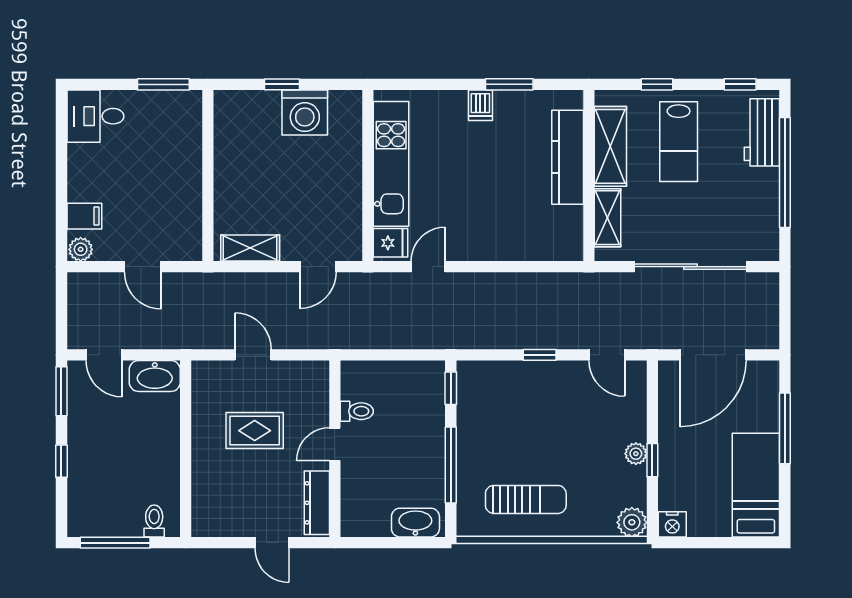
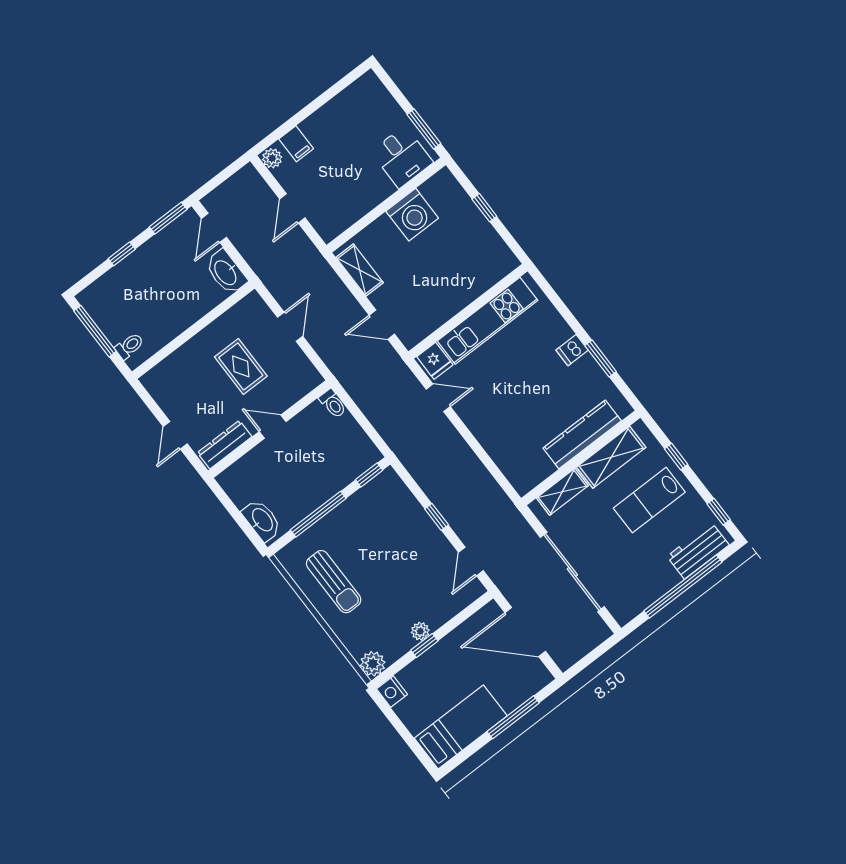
washing machine: (305, 113) -> (412, 215), moved, turned -90
desk: (95, 116) -> (402, 157), moved, turned 180
toilet: (357, 411) -> (333, 404), moved

